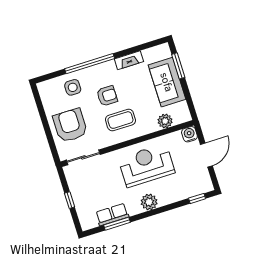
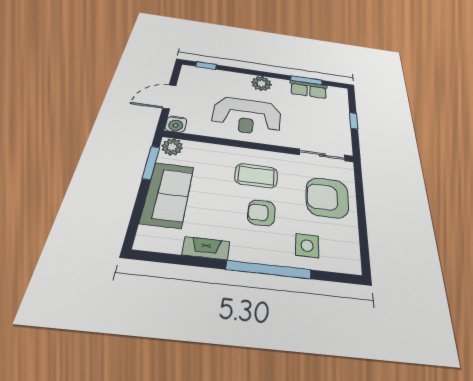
window: (178, 66) -> (151, 163), moved
plant: (165, 121) -> (172, 147), moved
armchair: (70, 125) -> (327, 198), turned 90

